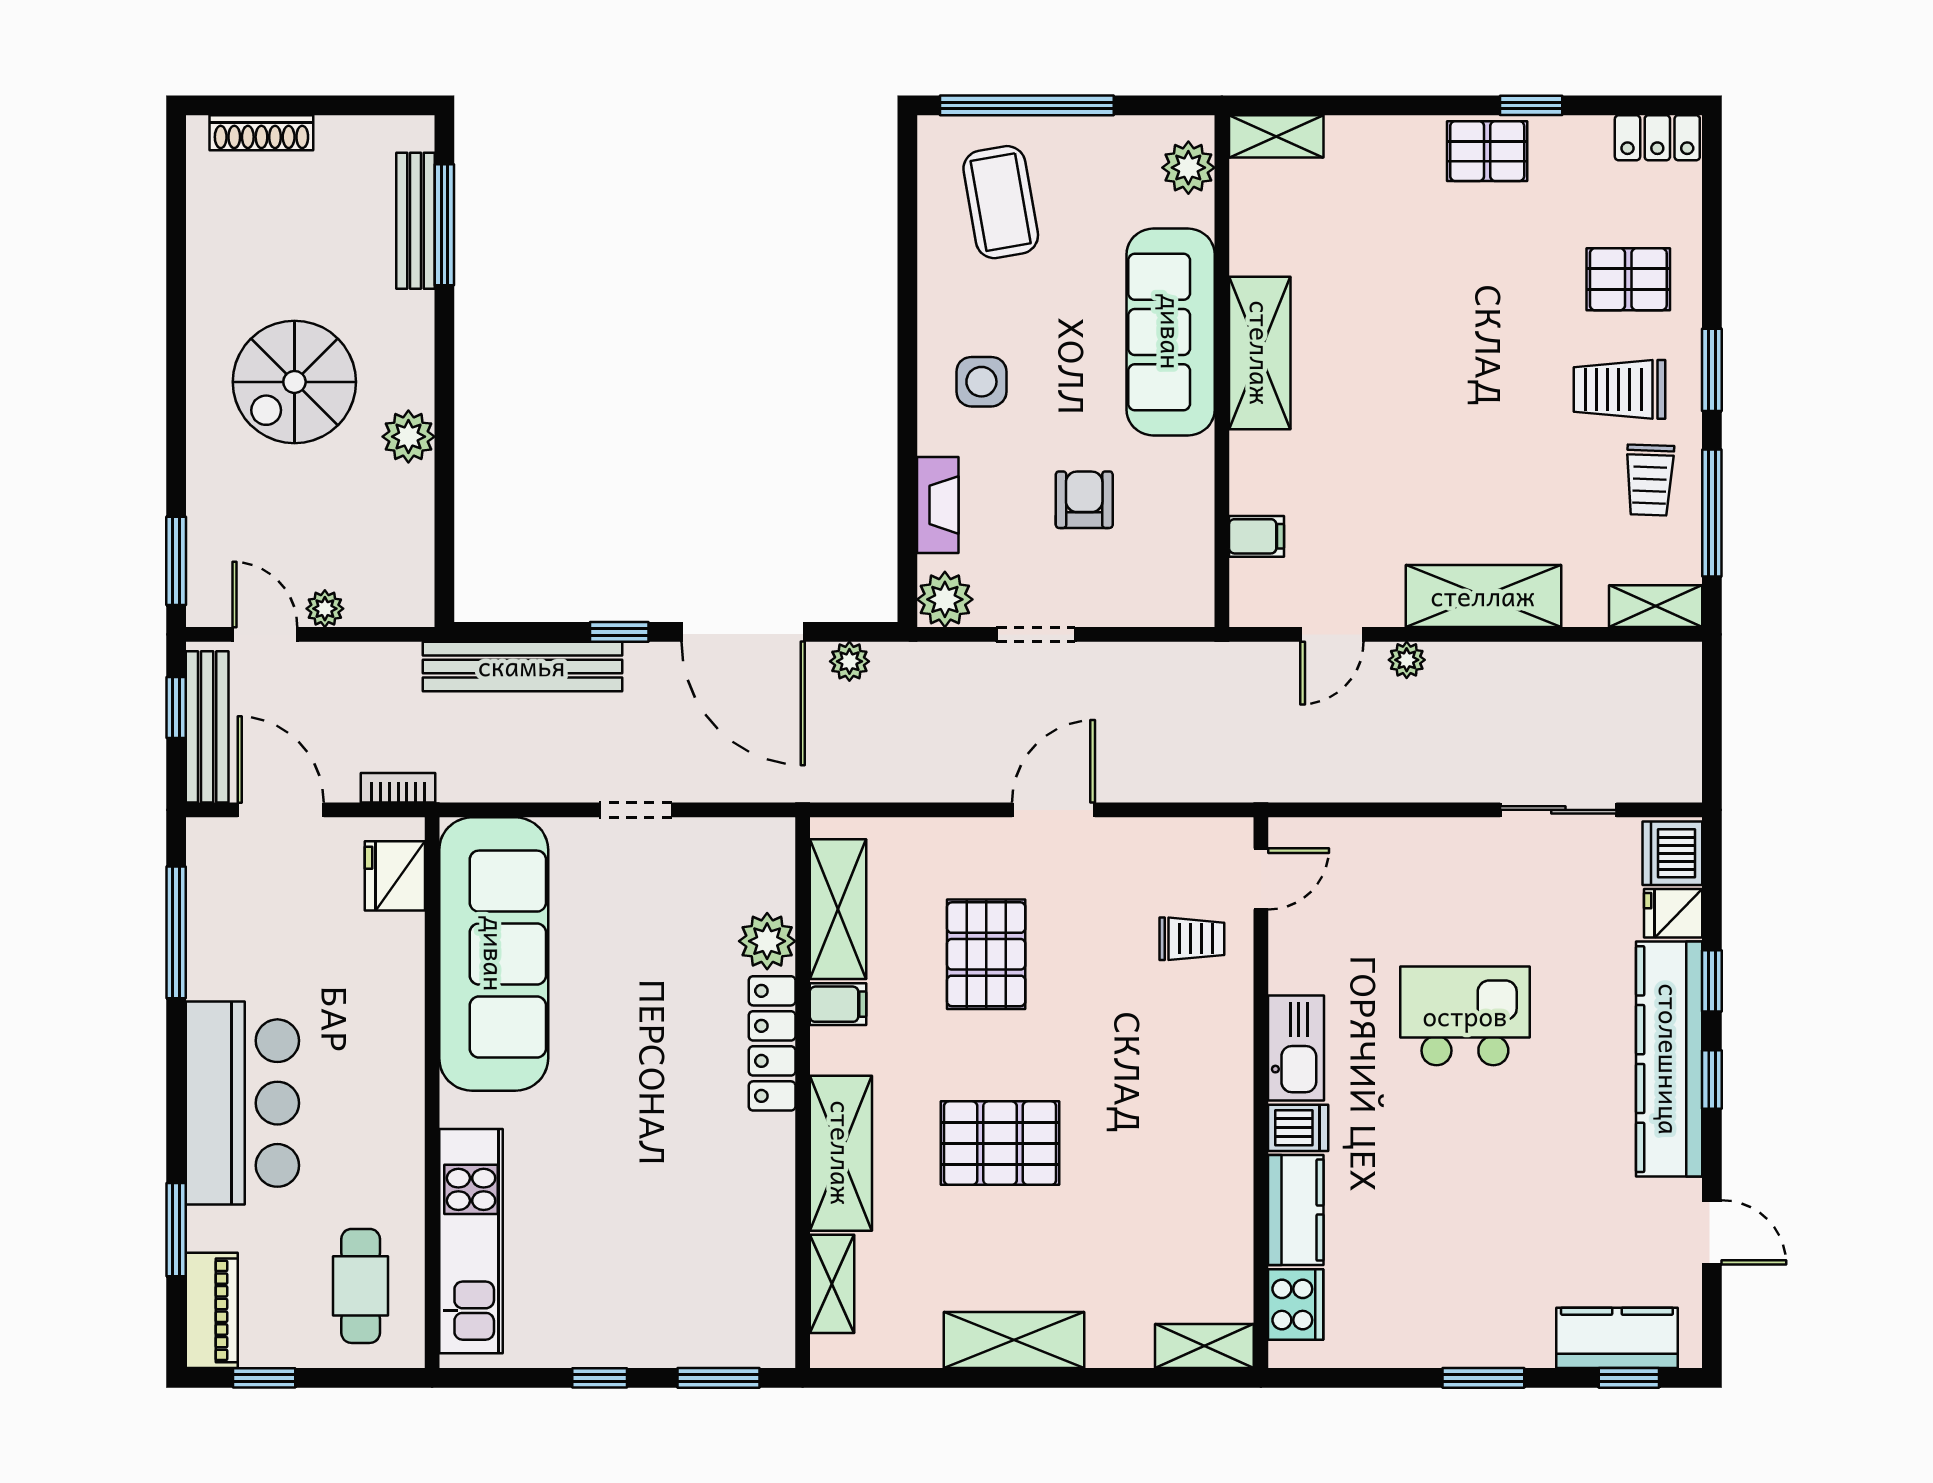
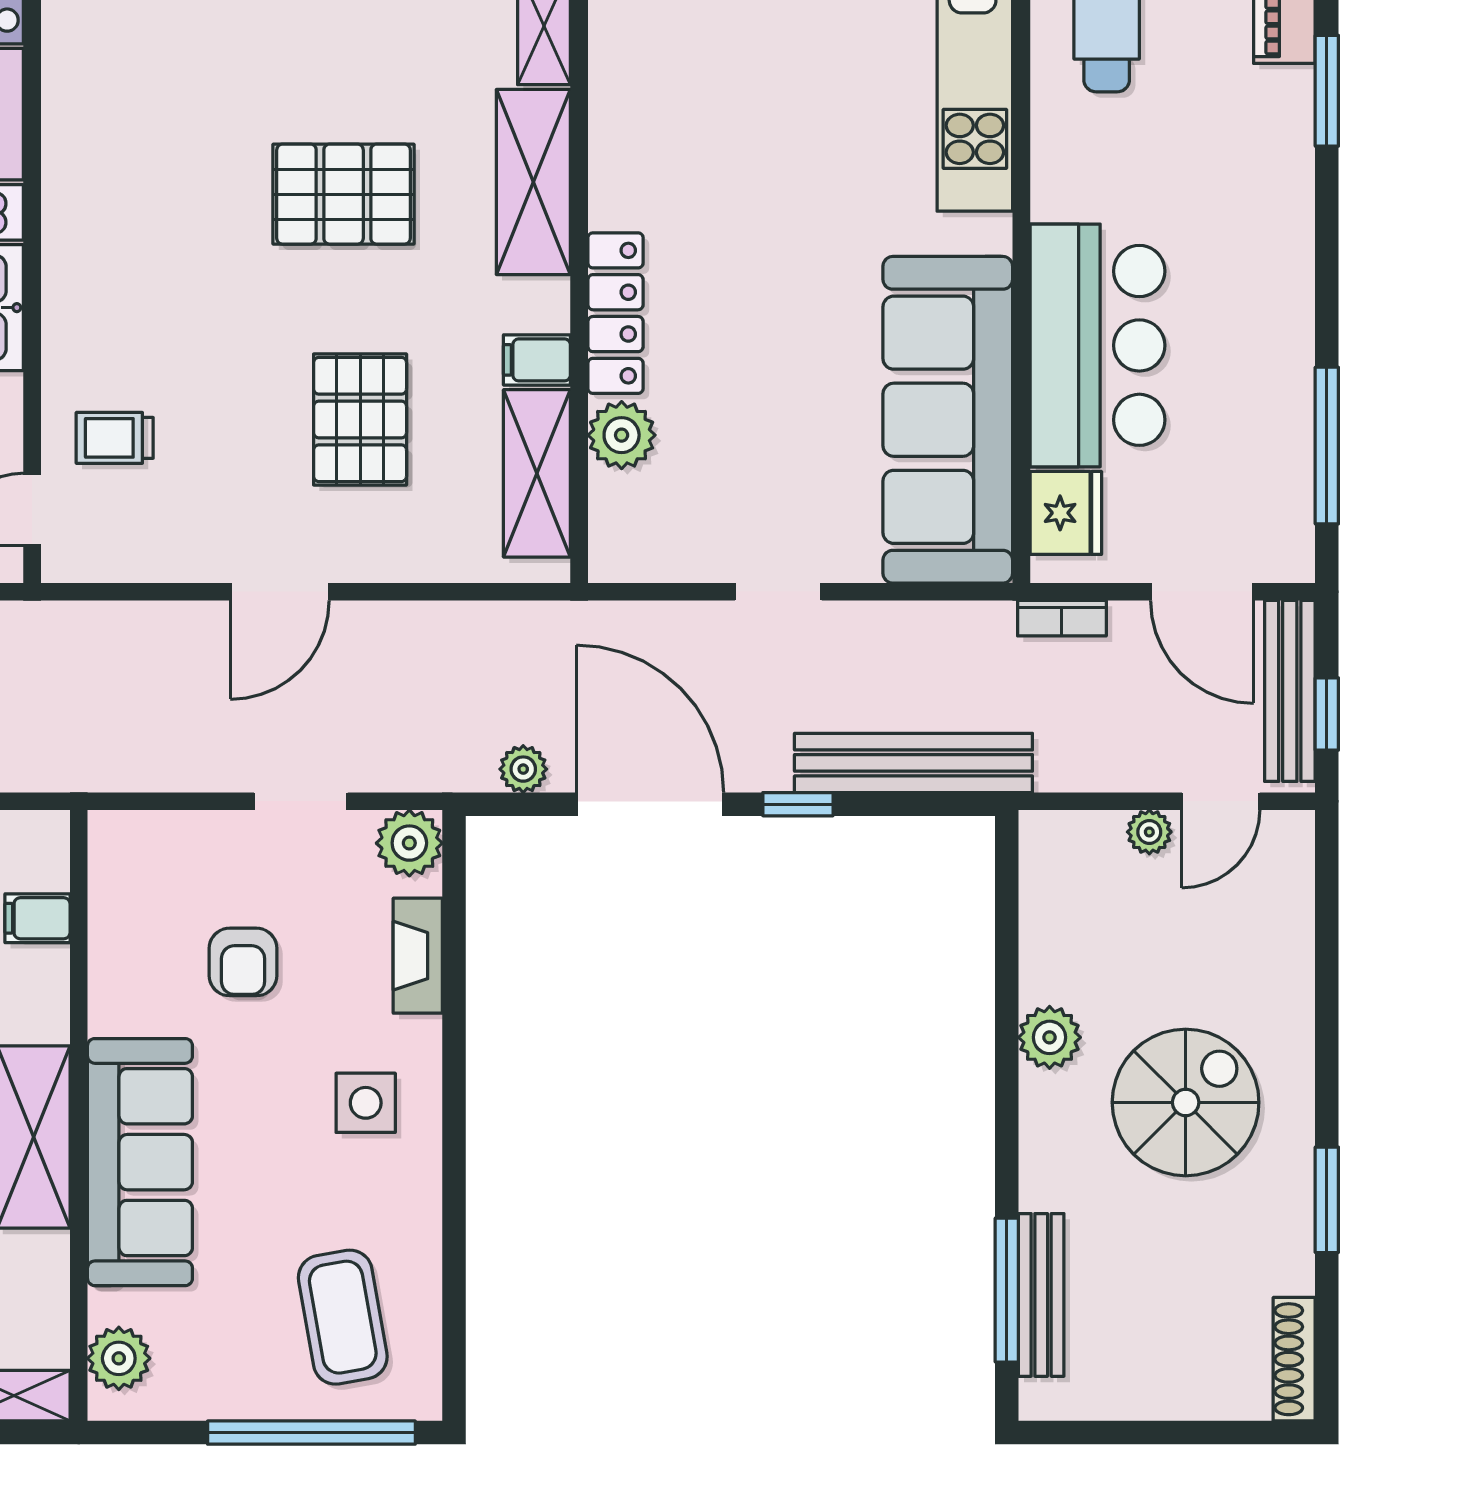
shoe rack: (261, 133) -> (1294, 1359), moved, turned -90
window: (176, 561) -> (1327, 1200), moved
door: (265, 634) -> (1221, 801), hinge flipped
bar counter: (242, 1103) -> (1097, 345), moved, turned 180

